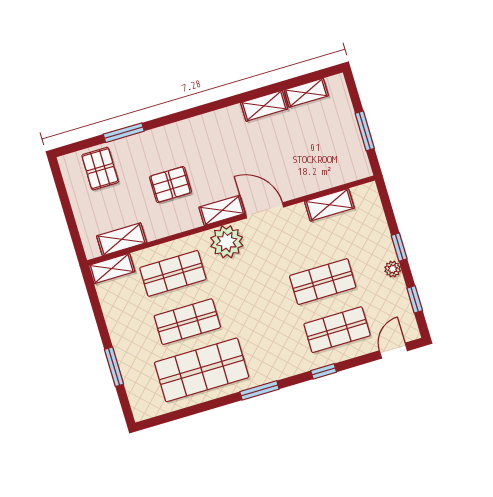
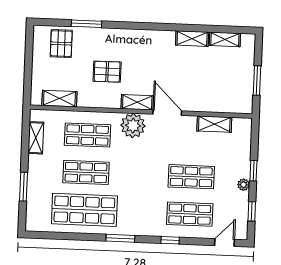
shelving: (112, 268) -> (36, 138), moved, turned 90

